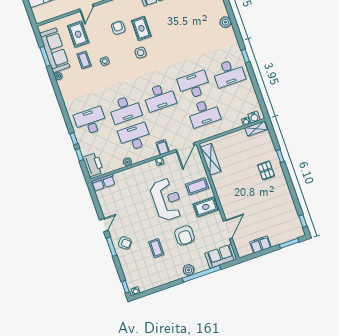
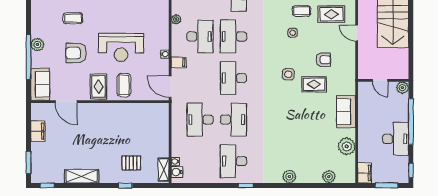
shelving: (211, 159) -> (82, 176), moved
pallet: (266, 170) -> (131, 163), moved

